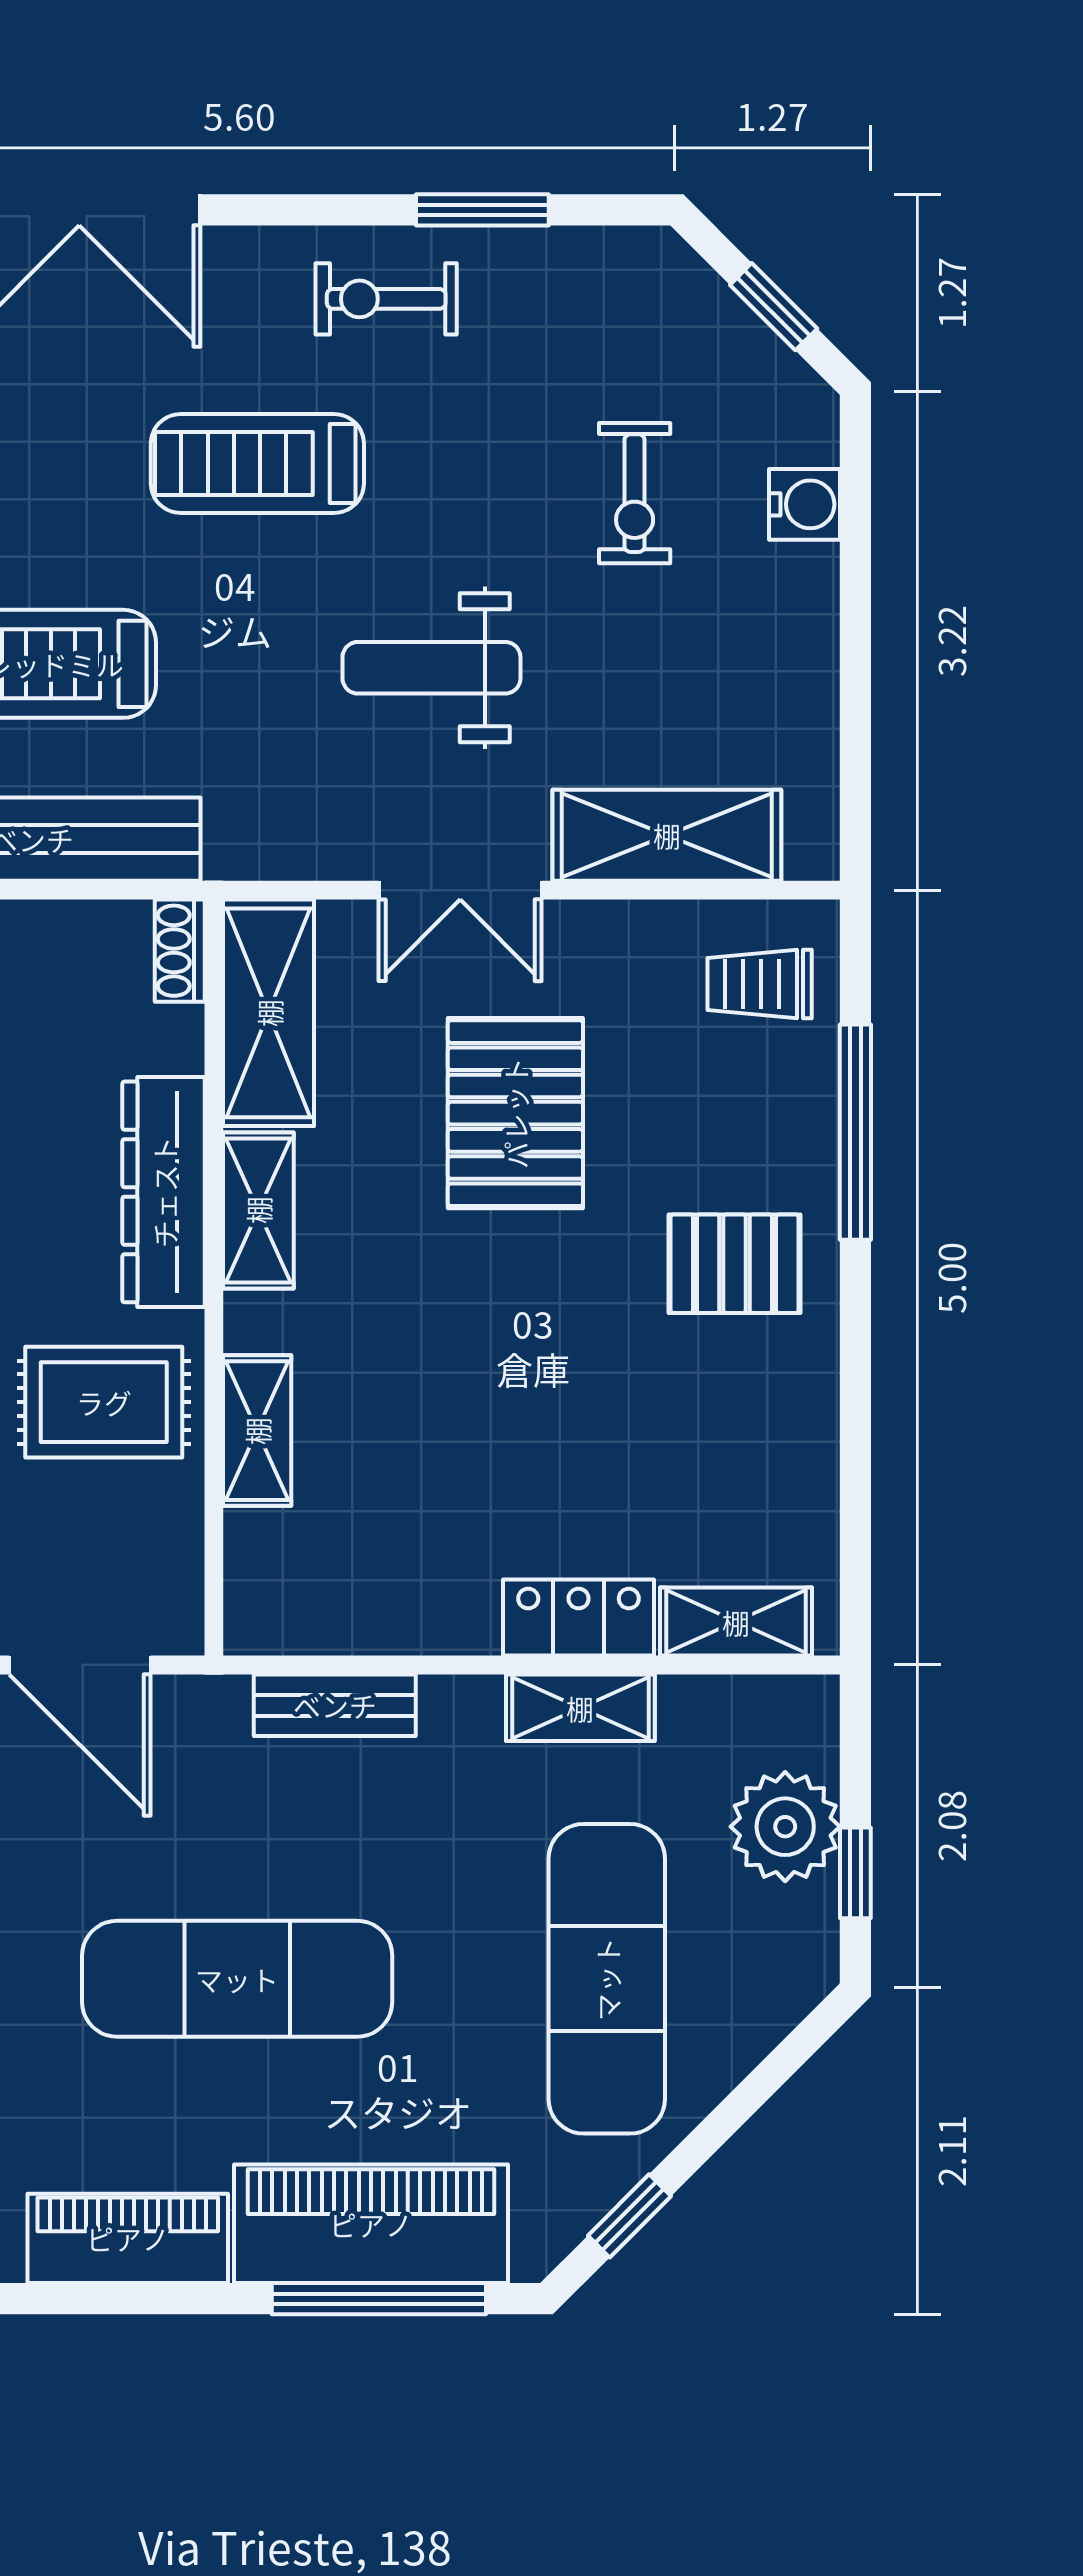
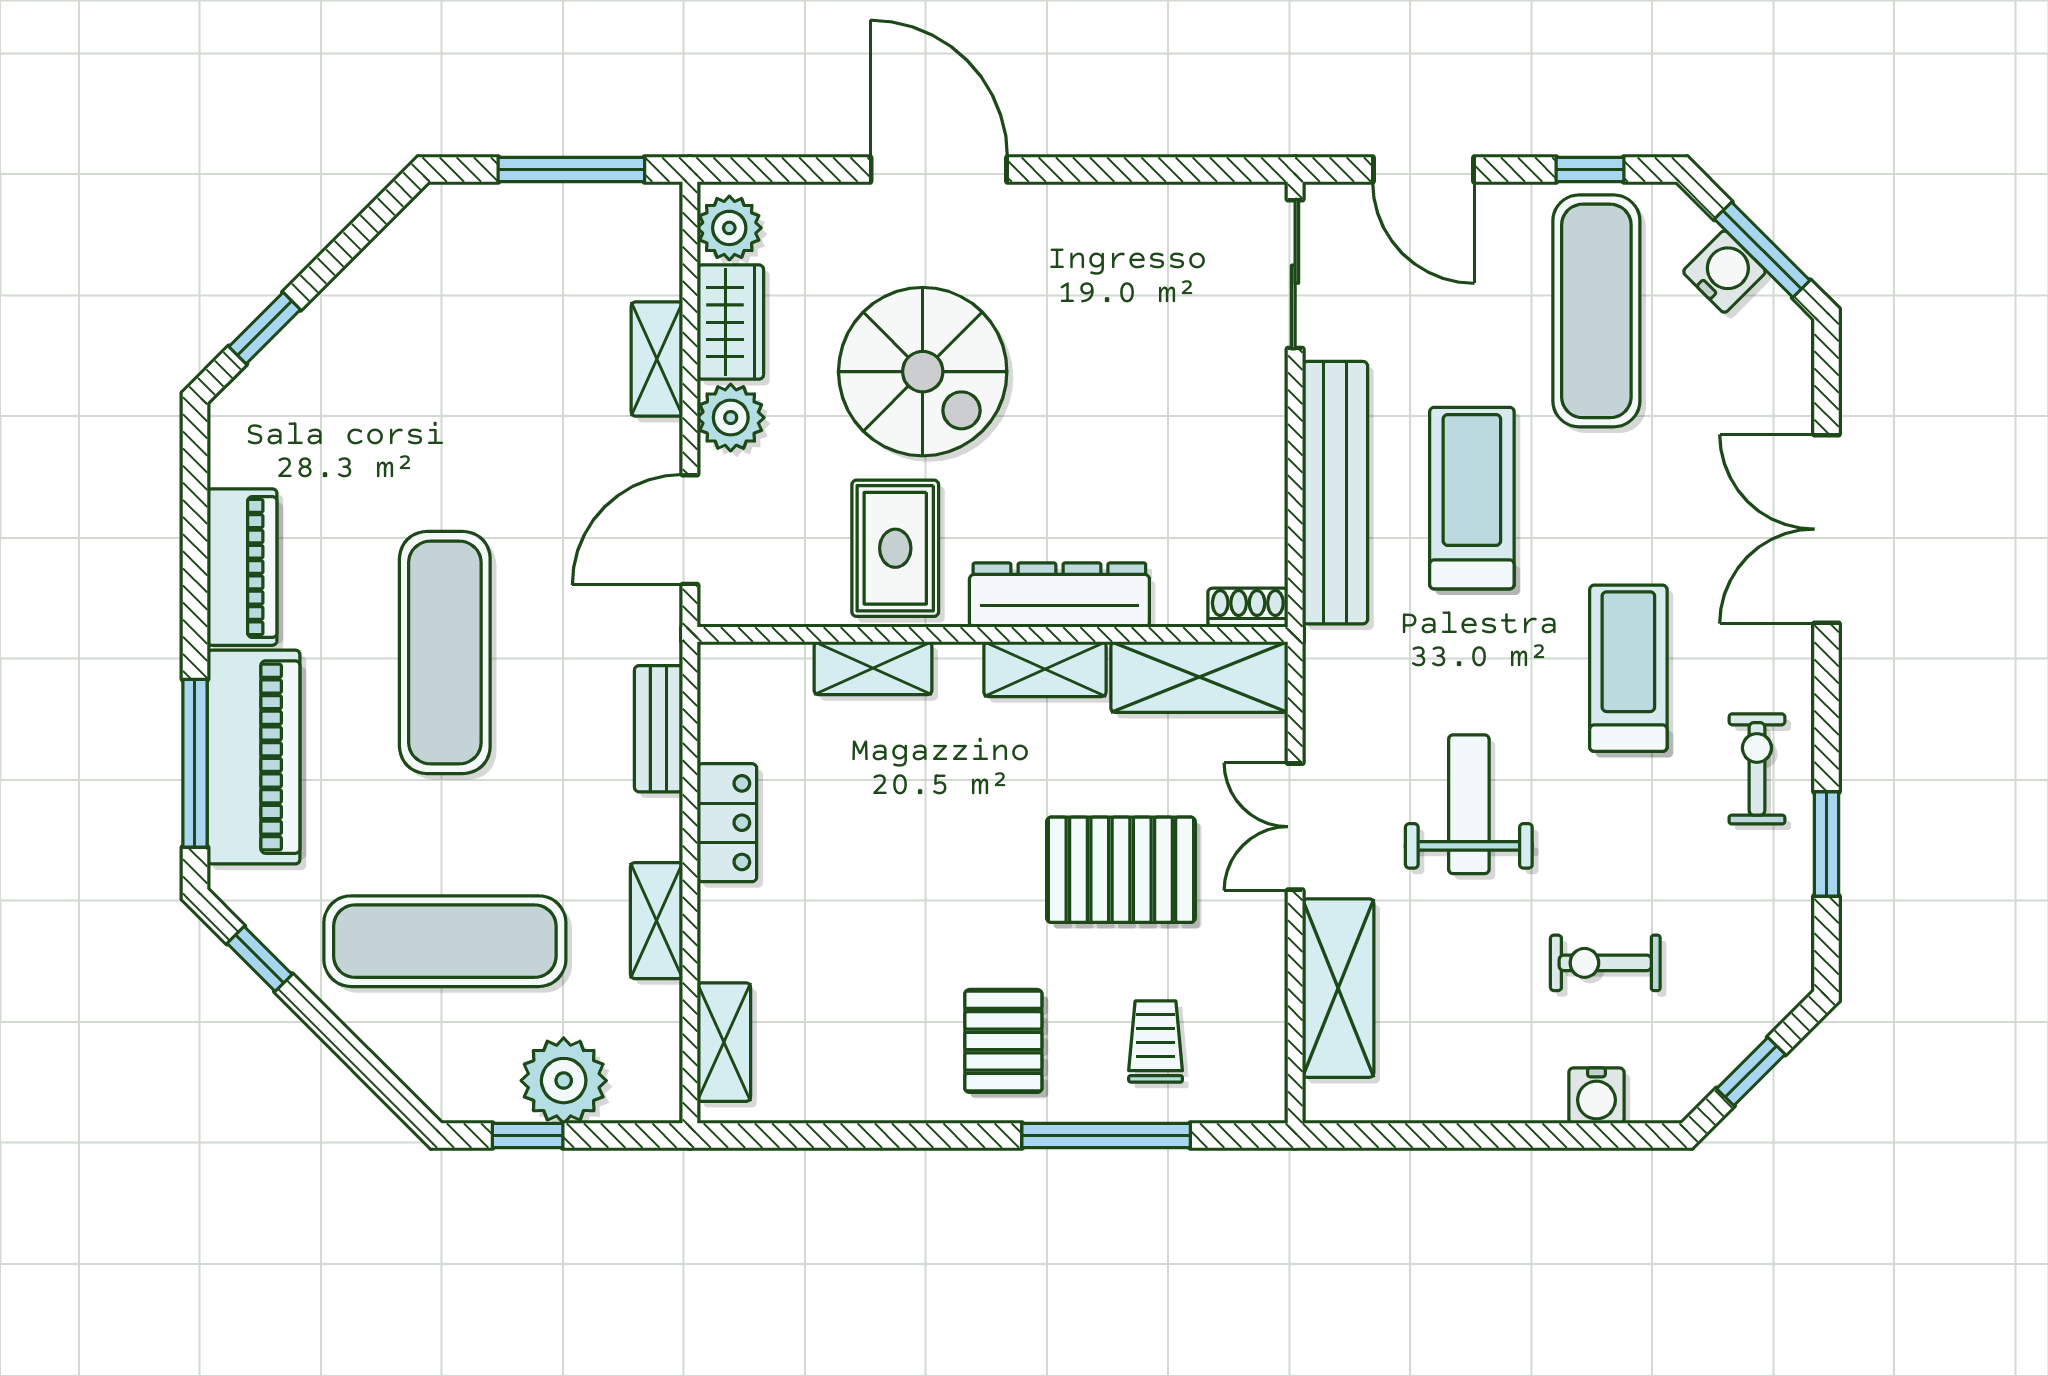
trolley: (760, 984) -> (1156, 1041), moved
locker: (579, 1618) -> (727, 823), moved

